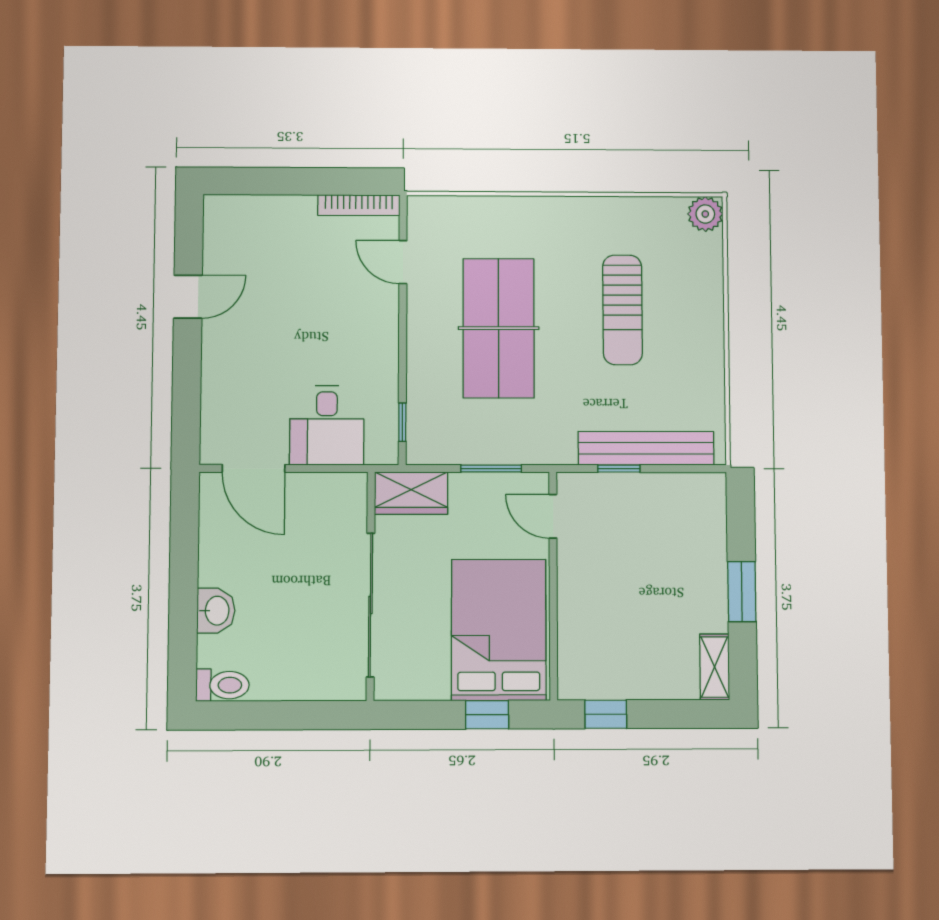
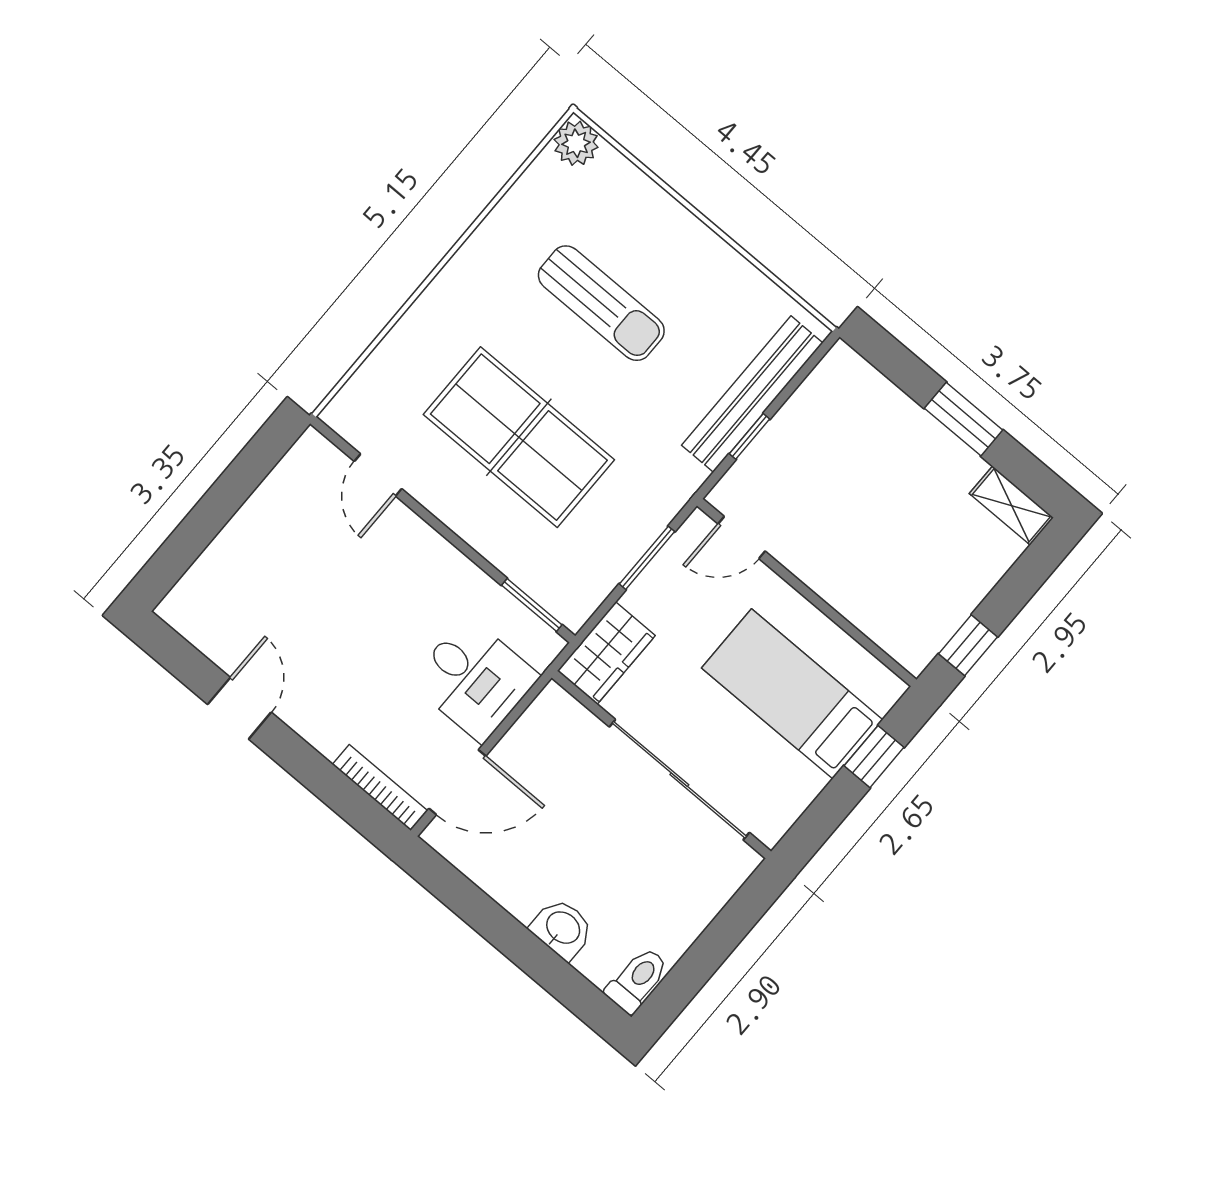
bookcase: (359, 205) -> (380, 788), moved, turned -90
door: (403, 262) -> (378, 475), hinge flipped
window: (402, 422) -> (532, 605), width x1.50
bed: (499, 630) -> (792, 694), width x0.67

